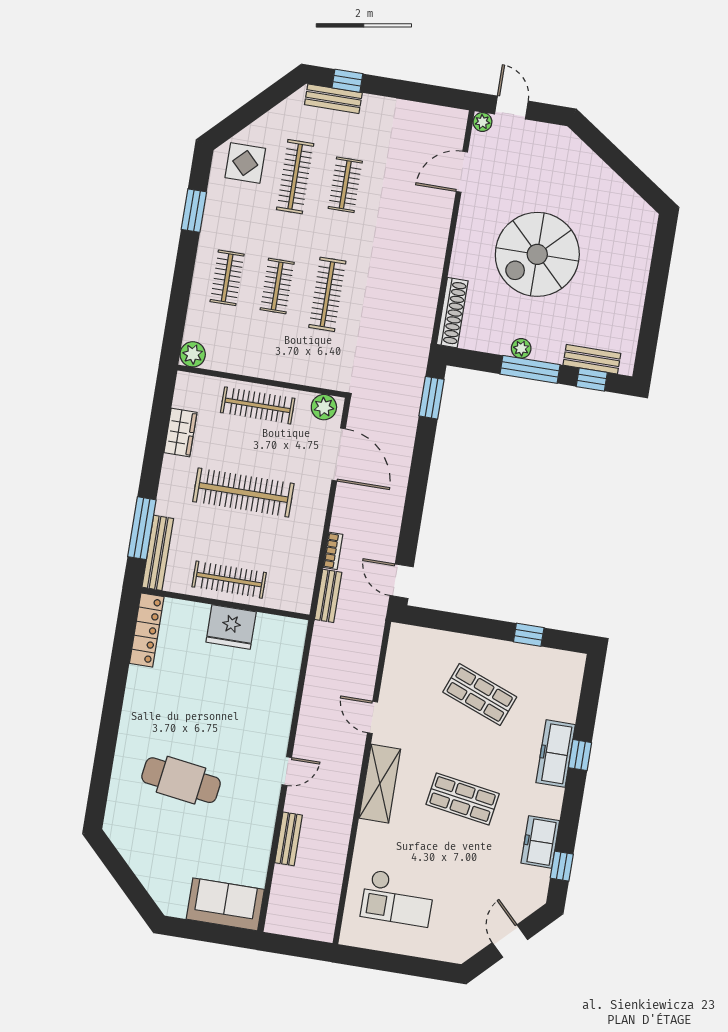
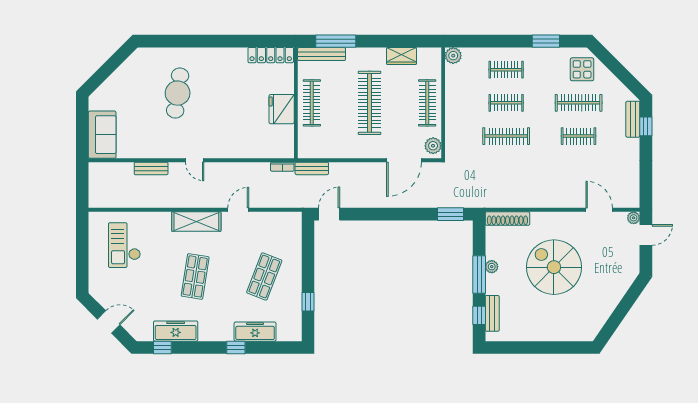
bookcase: (333, 551) -> (282, 167), moved
freezer: (556, 754) -> (255, 332), moved
freezer: (540, 842) -> (176, 331), width x1.40

